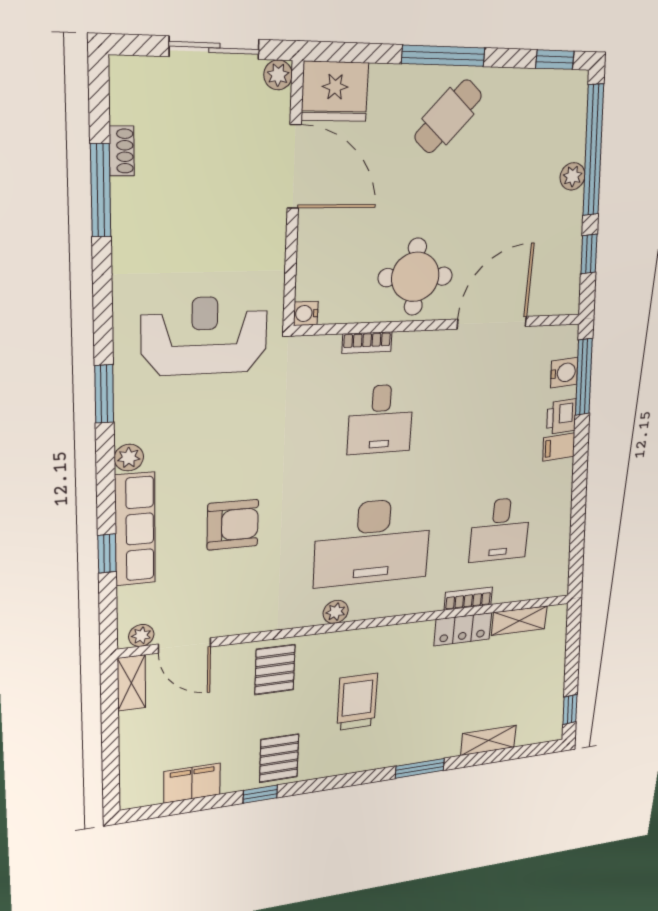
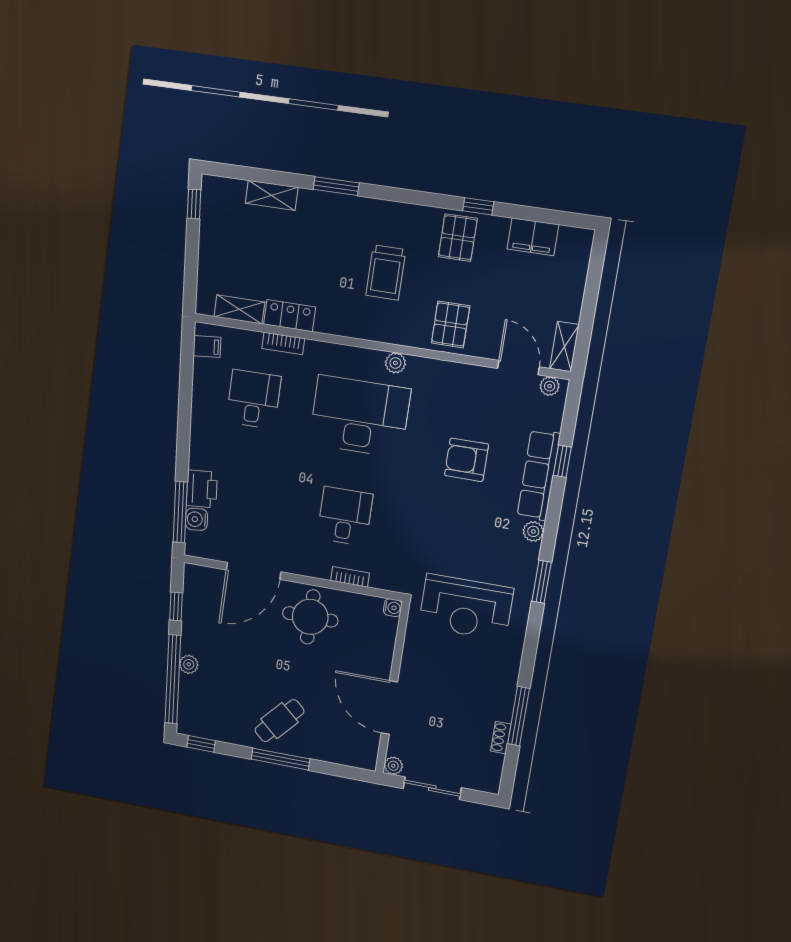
fridge: (335, 92) -> (357, 749), removed
printer: (561, 417) -> (202, 489), width x1.36, depth x1.24
filing cabinet: (559, 447) -> (207, 347), moved

